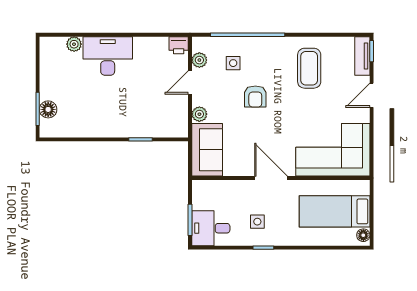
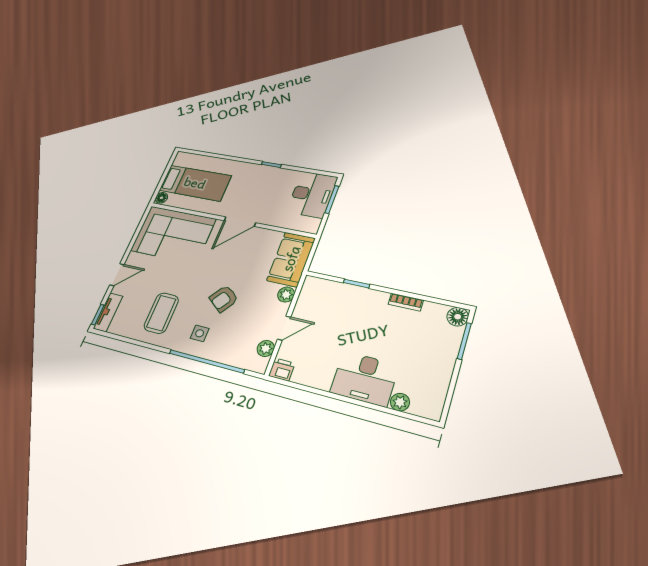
side table: (233, 63) -> (200, 333), moved
armchair: (255, 97) -> (224, 299), turned -144
floor lamp: (48, 109) -> (458, 317), moved
bookcase: (94, 132) -> (406, 302), added
door: (271, 178) -> (240, 222), hinge flipped
side table: (257, 222) -> (268, 187), removed
desk: (211, 228) -> (312, 194), width x1.37
floor lamp: (363, 235) -> (161, 198), moved

